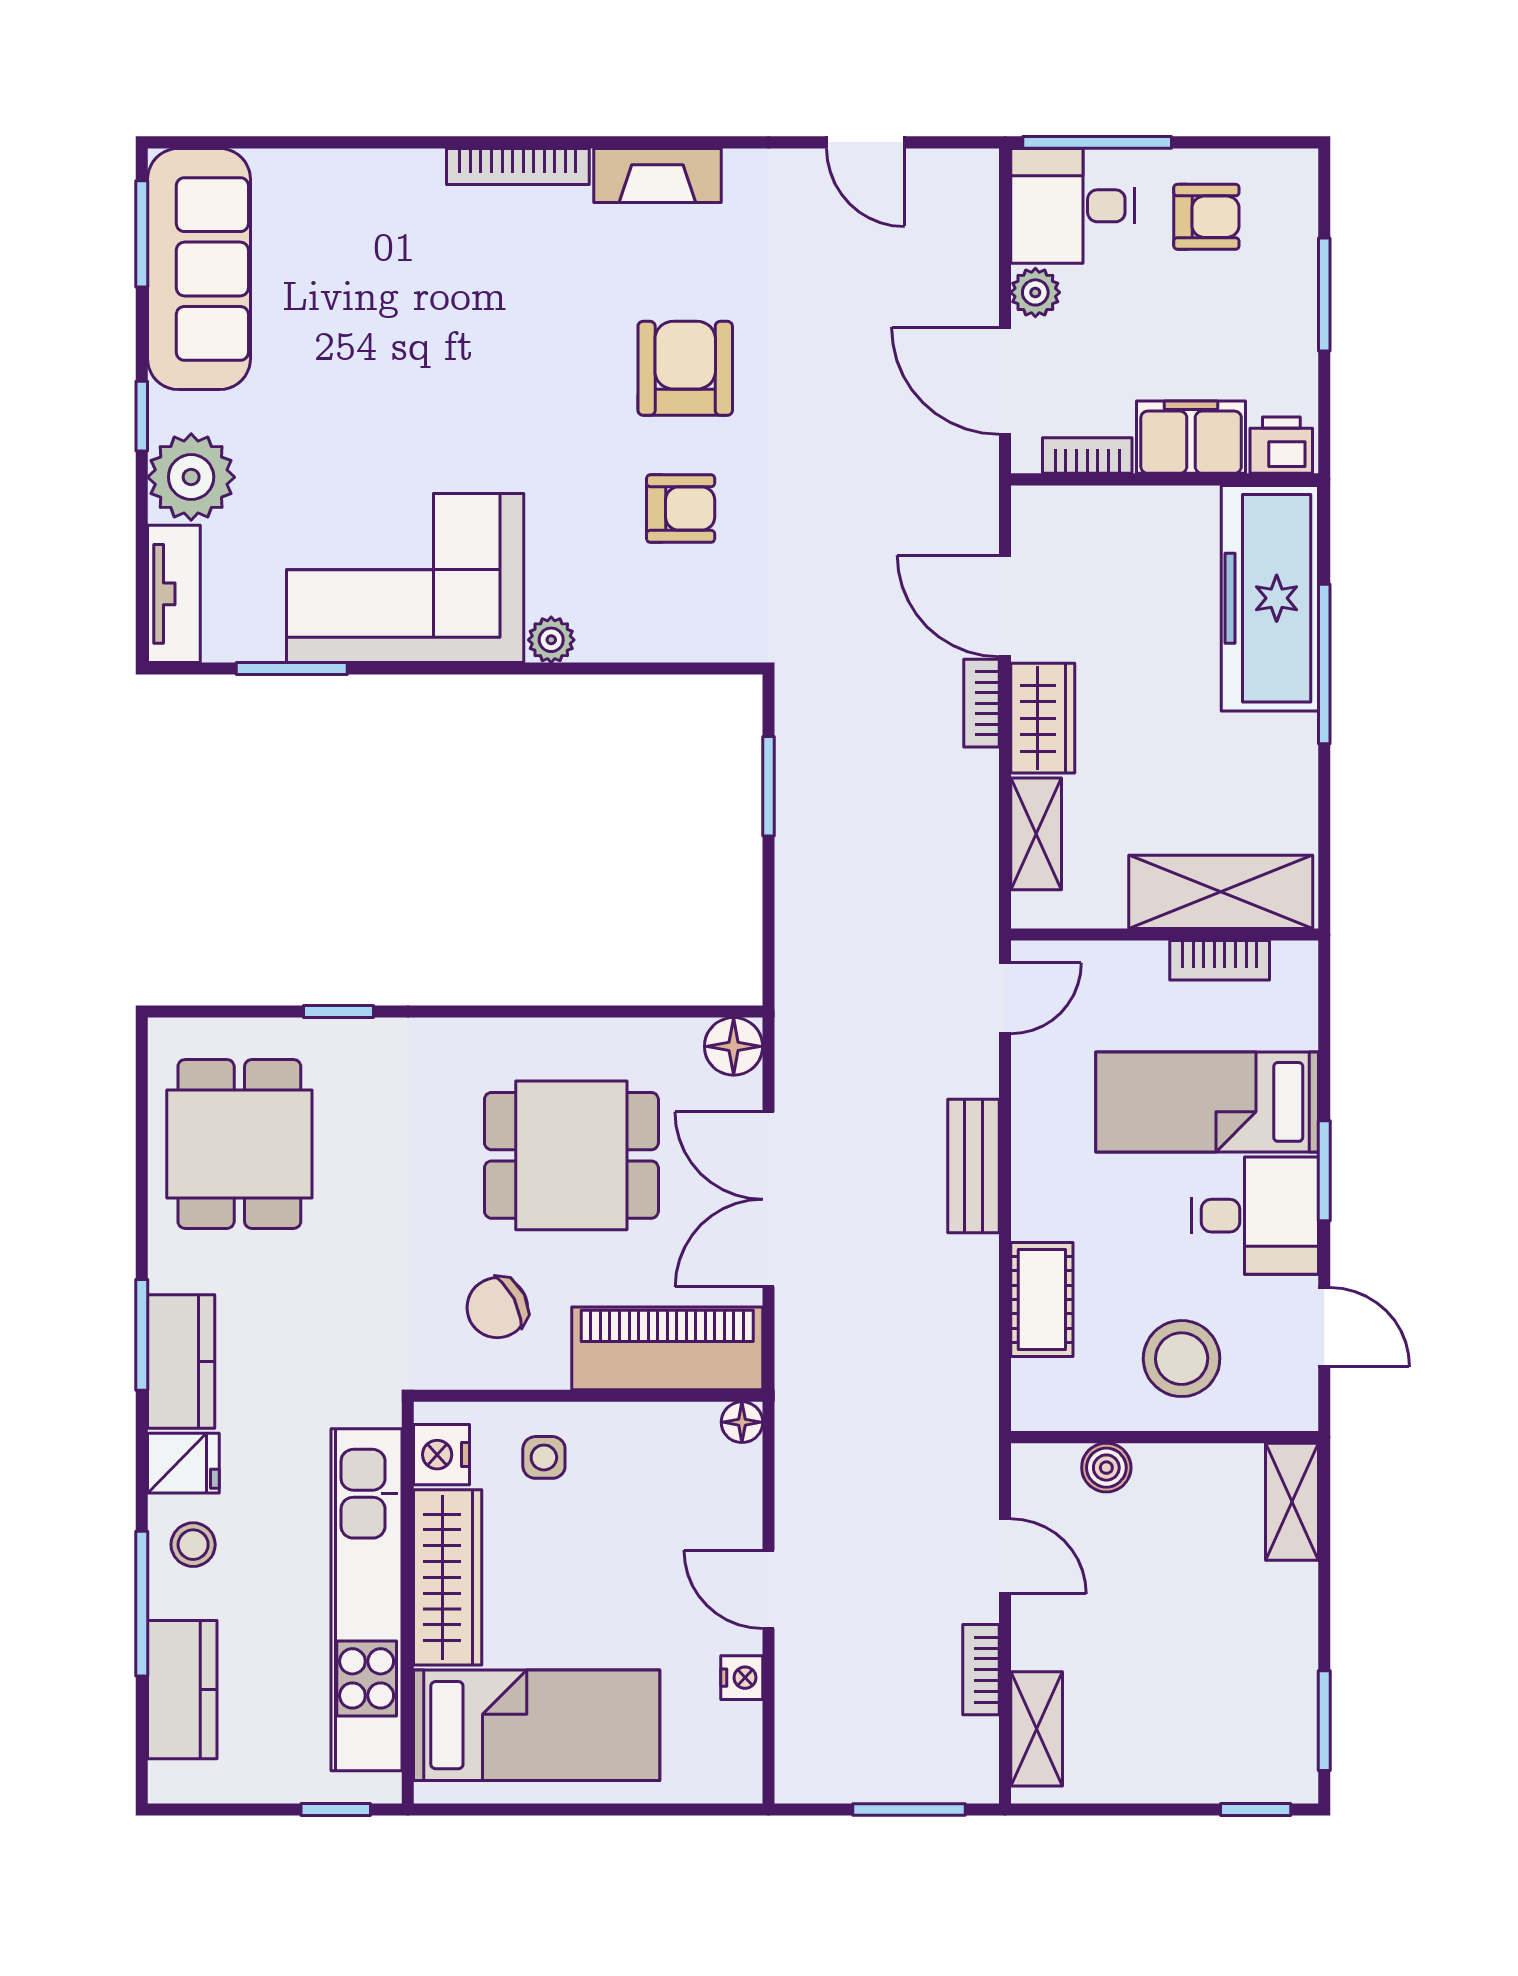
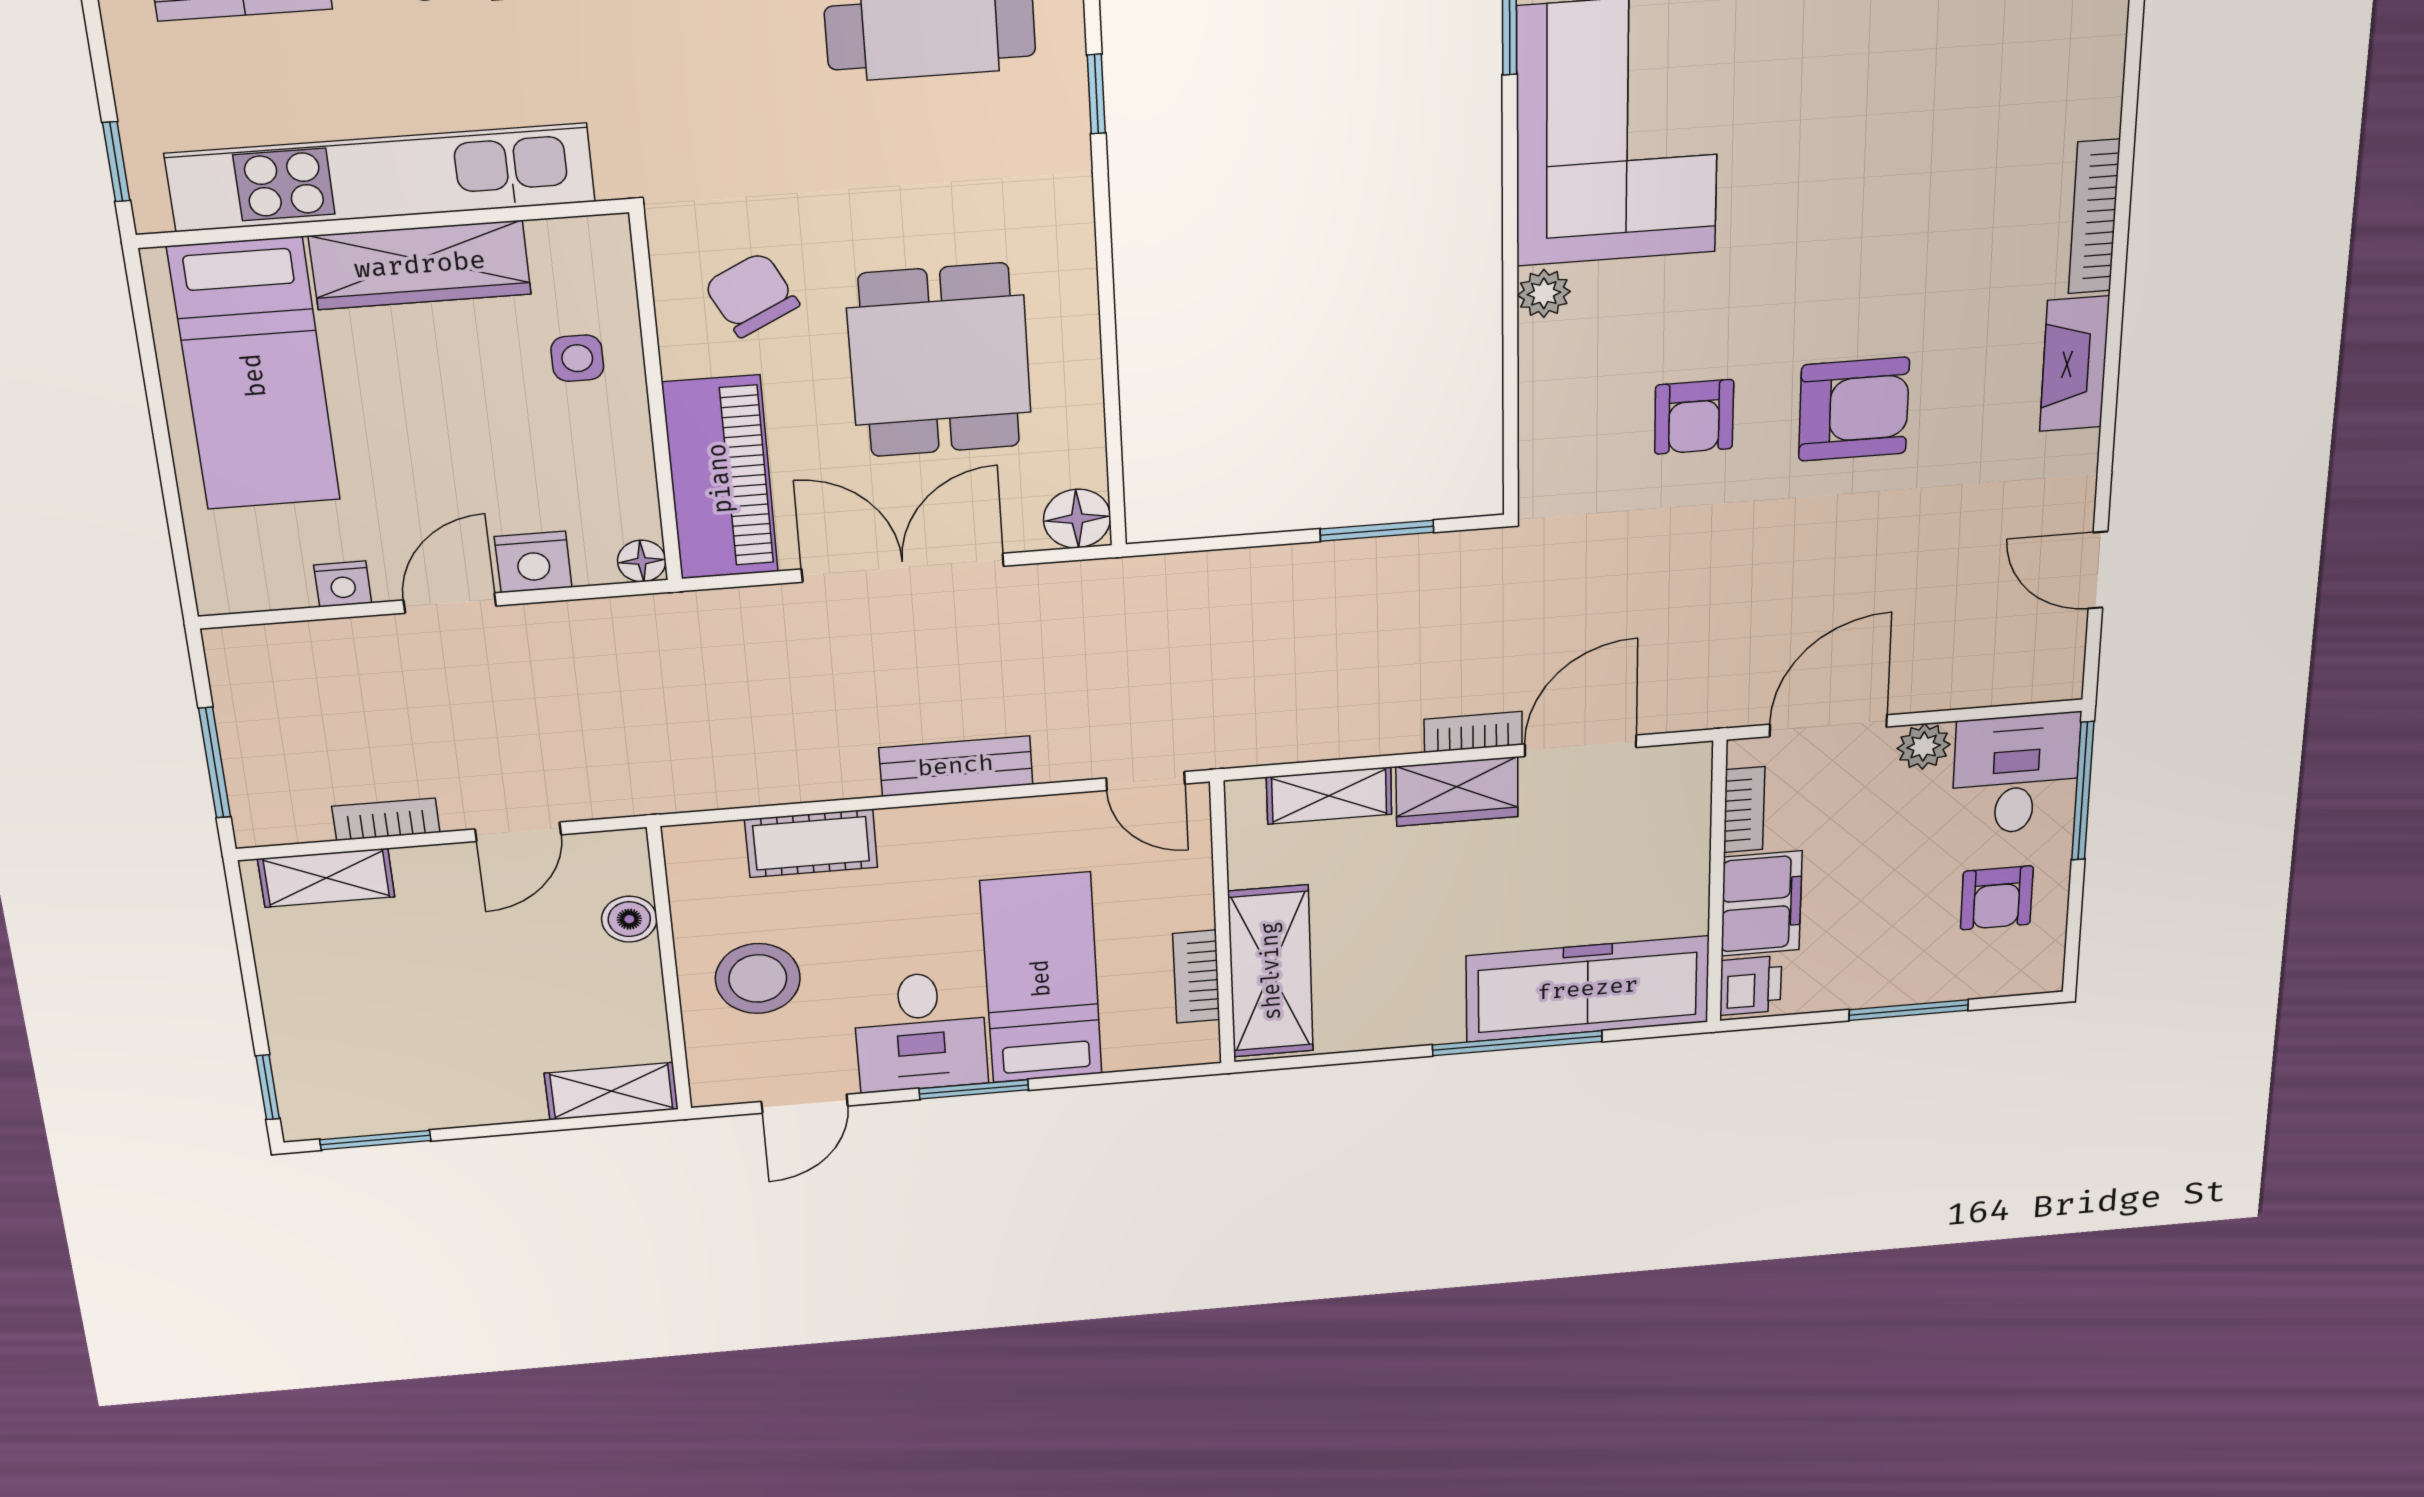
door: (866, 142) -> (2098, 570), hinge flipped
nightstand: (442, 1455) -> (533, 562), moved, turned 180

